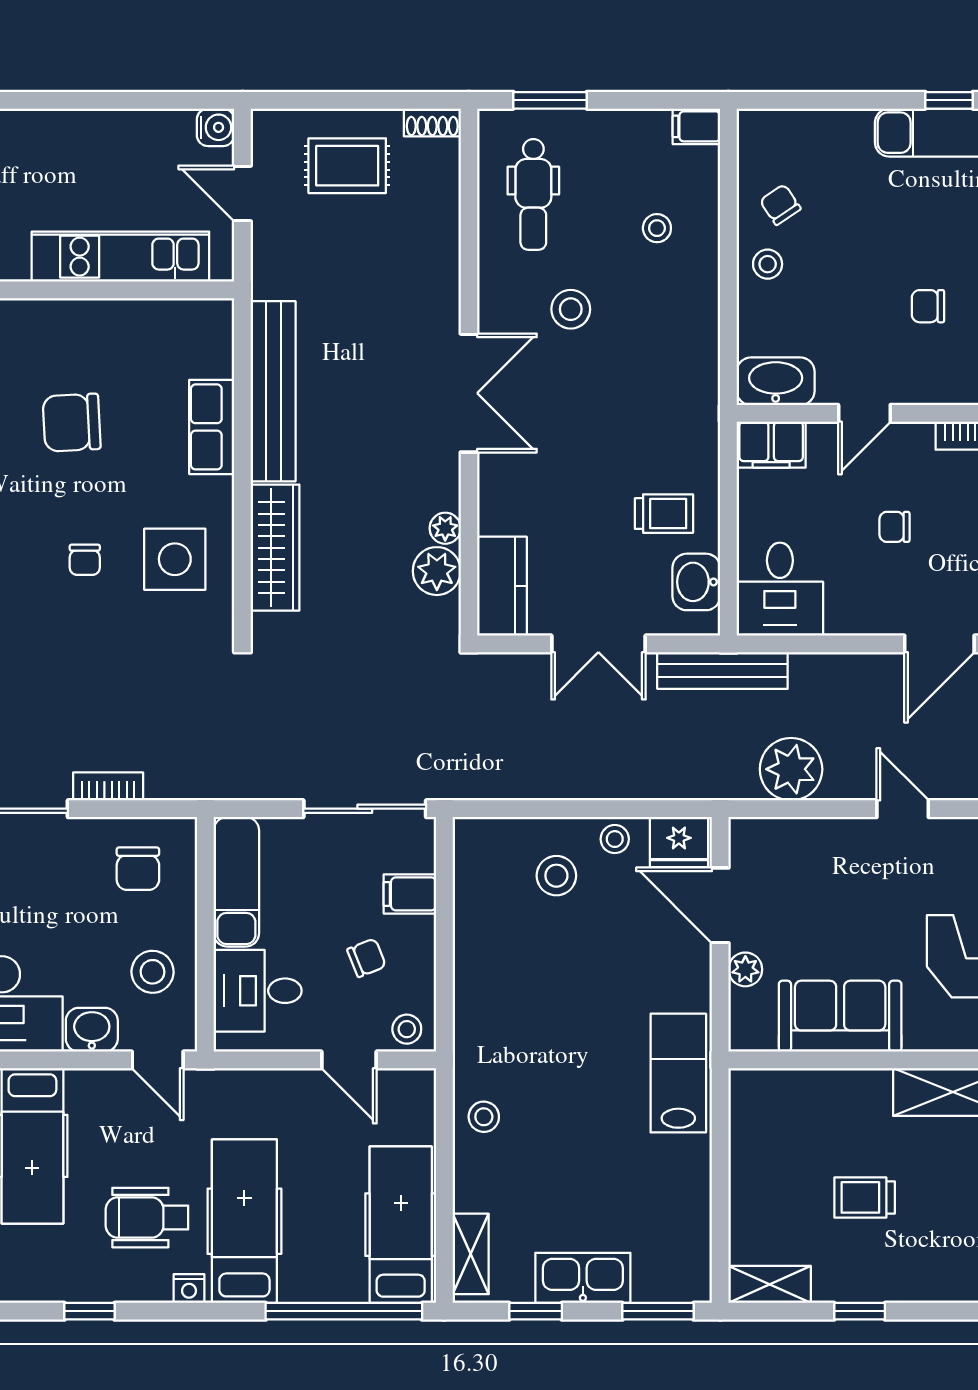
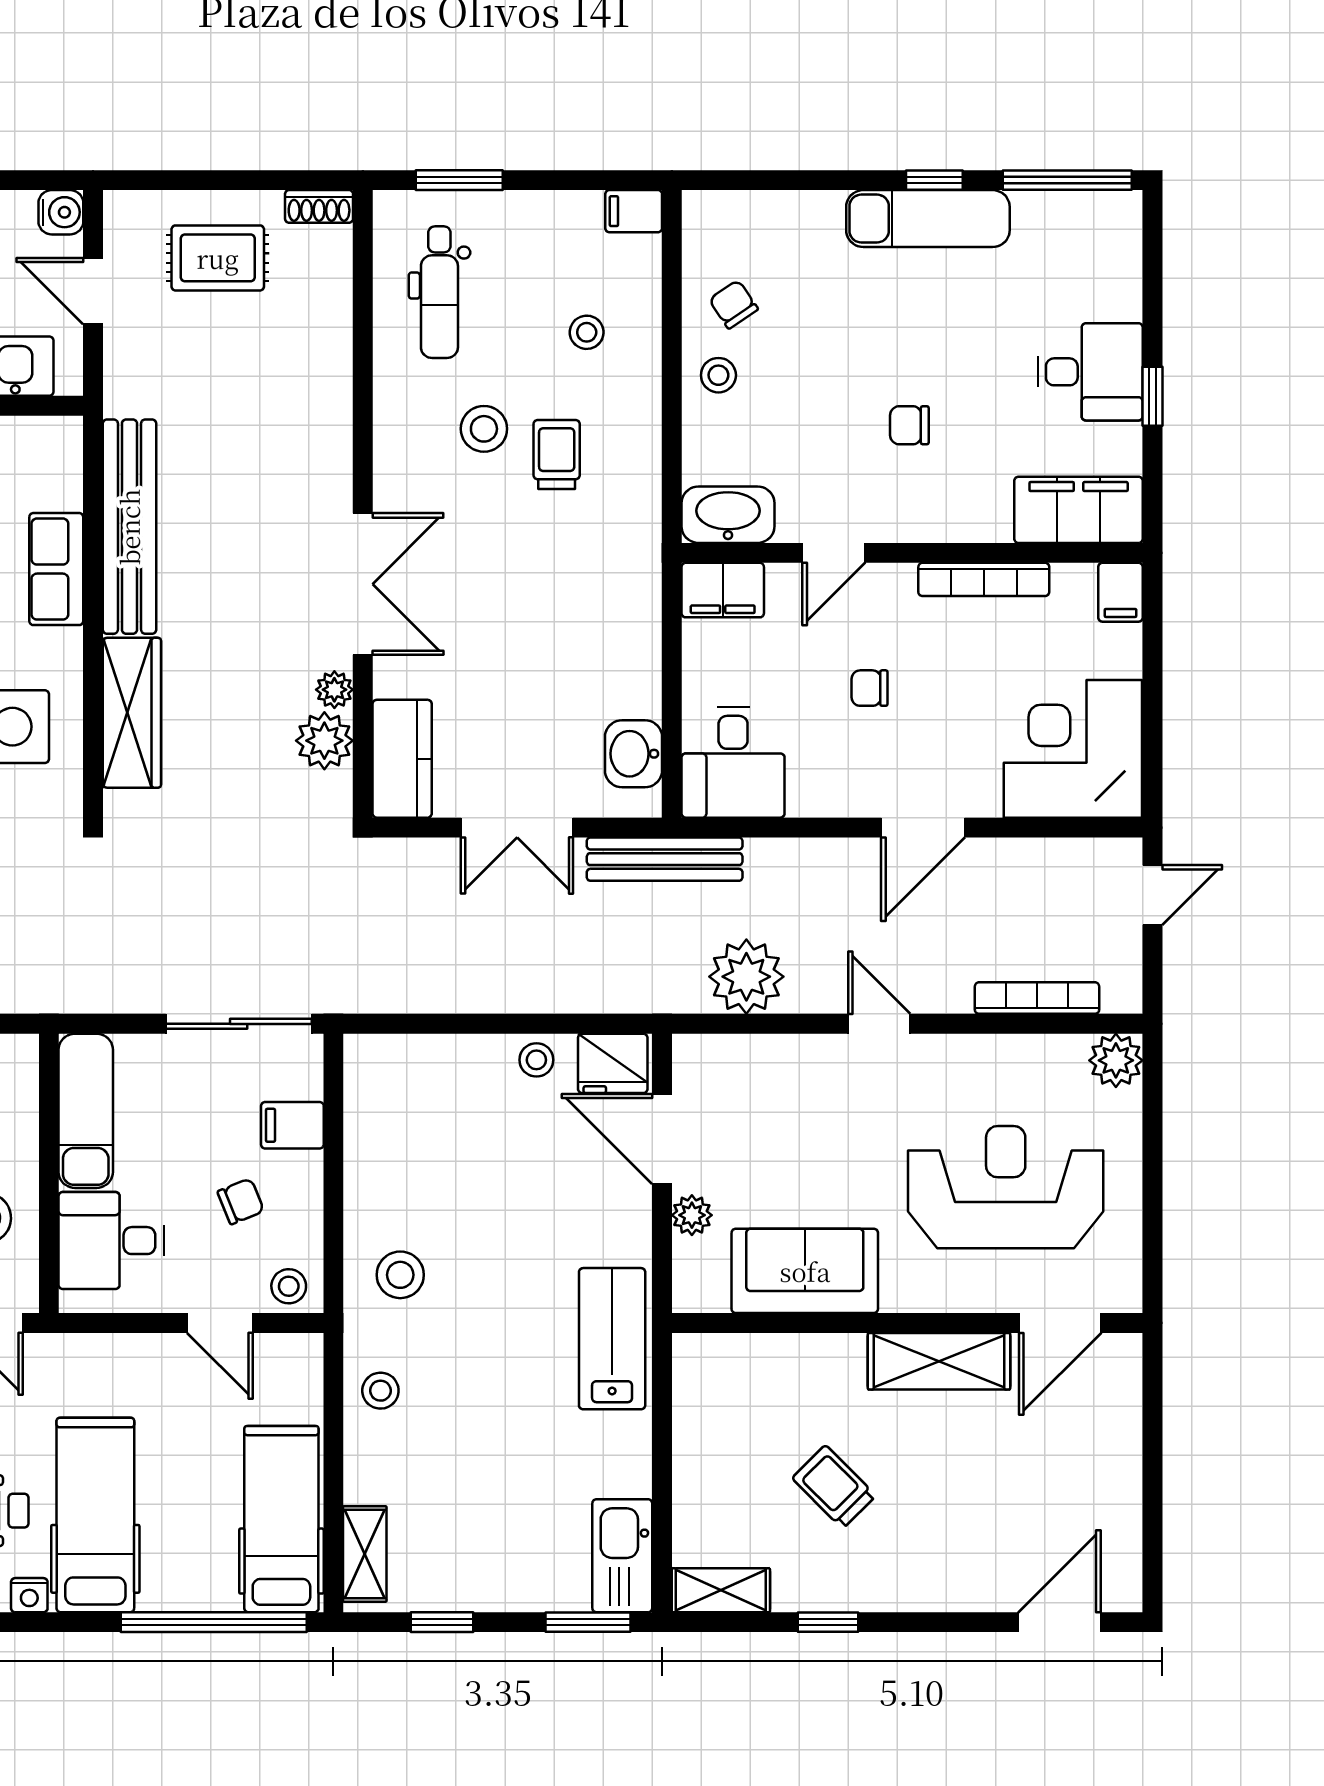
double door: (469, 393) -> (363, 584), moved
trolley: (664, 514) -> (557, 454), moved, turned -90
stool: (556, 876) -> (400, 1275), moved
trolley: (865, 1197) -> (834, 1487), turned 45
kitchen sink: (583, 1278) -> (622, 1556), moved, turned -90

